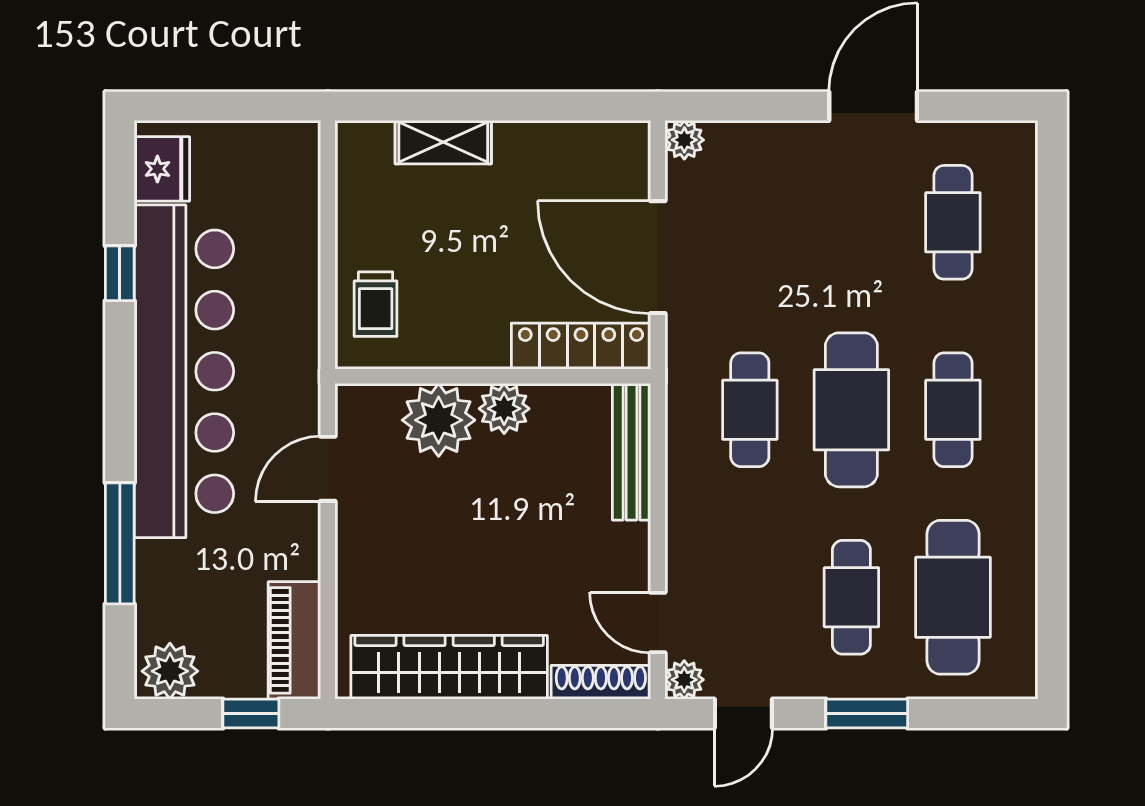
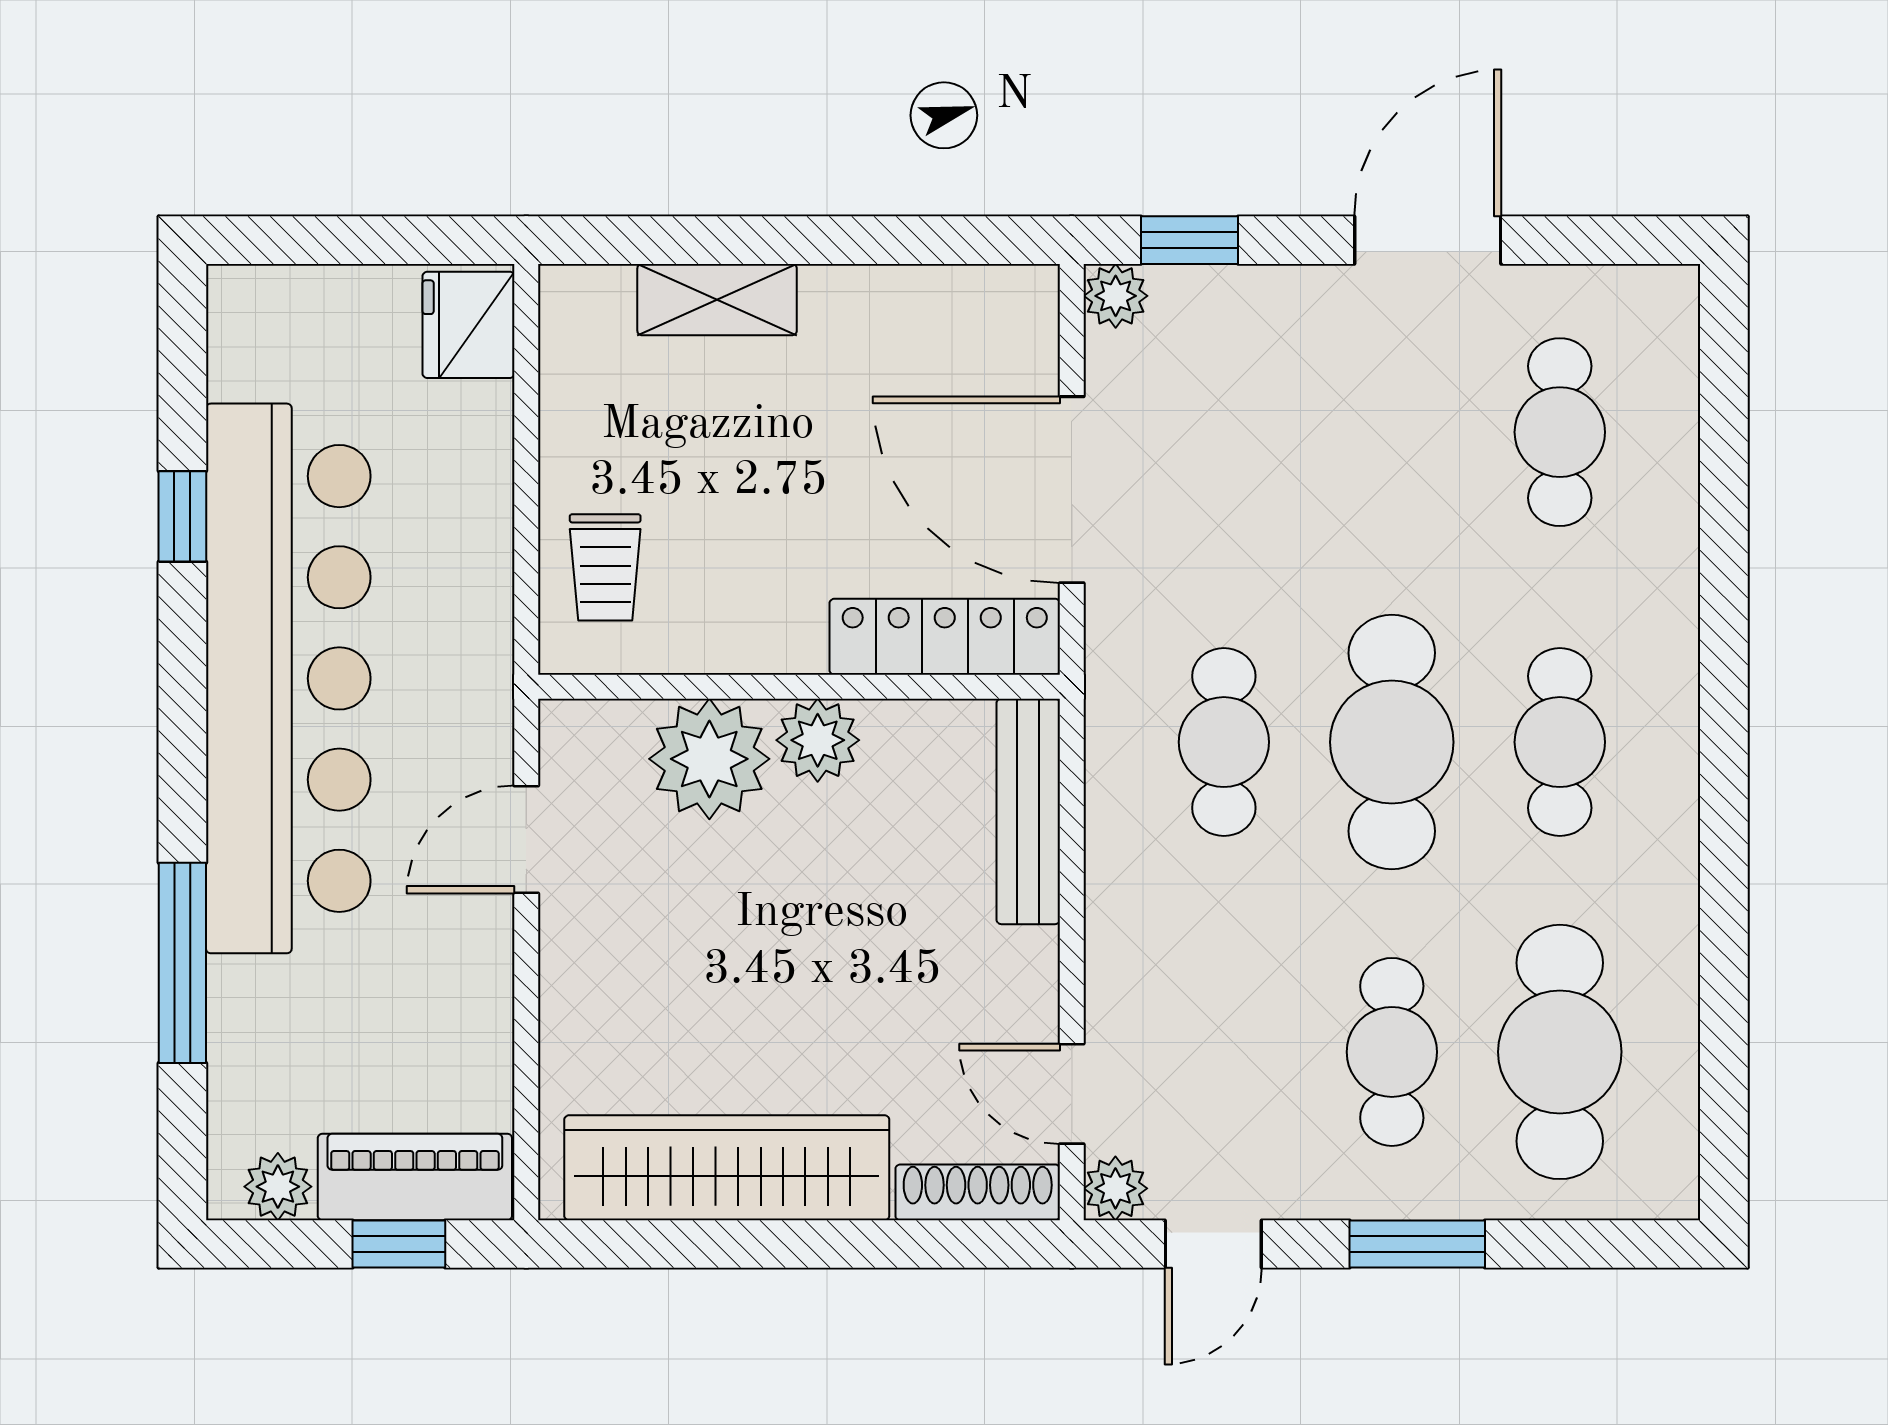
window: (729, 106) -> (1189, 240), added
fridge: (162, 169) -> (468, 325), moved, turned 180
piano: (294, 640) -> (415, 1177), moved, turned 90
plant: (170, 671) -> (278, 1187), width x0.73, depth x0.73

